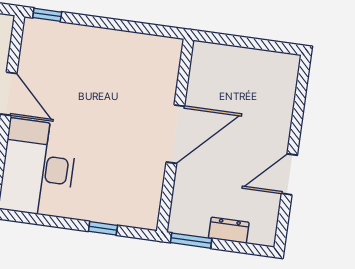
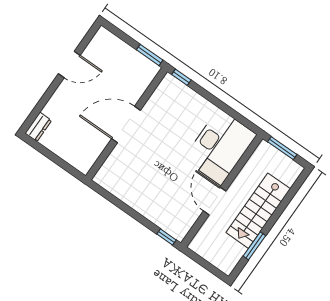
window: (103, 228) -> (181, 77), moved
dresser: (229, 230) -> (38, 127), moved, turned -90

